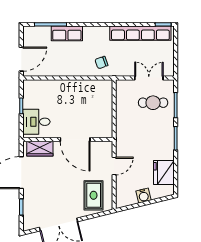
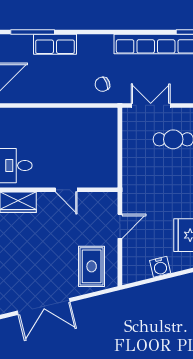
double door: (149, 78) -> (151, 105), moved
door: (75, 139) -> (66, 190), width x0.53

